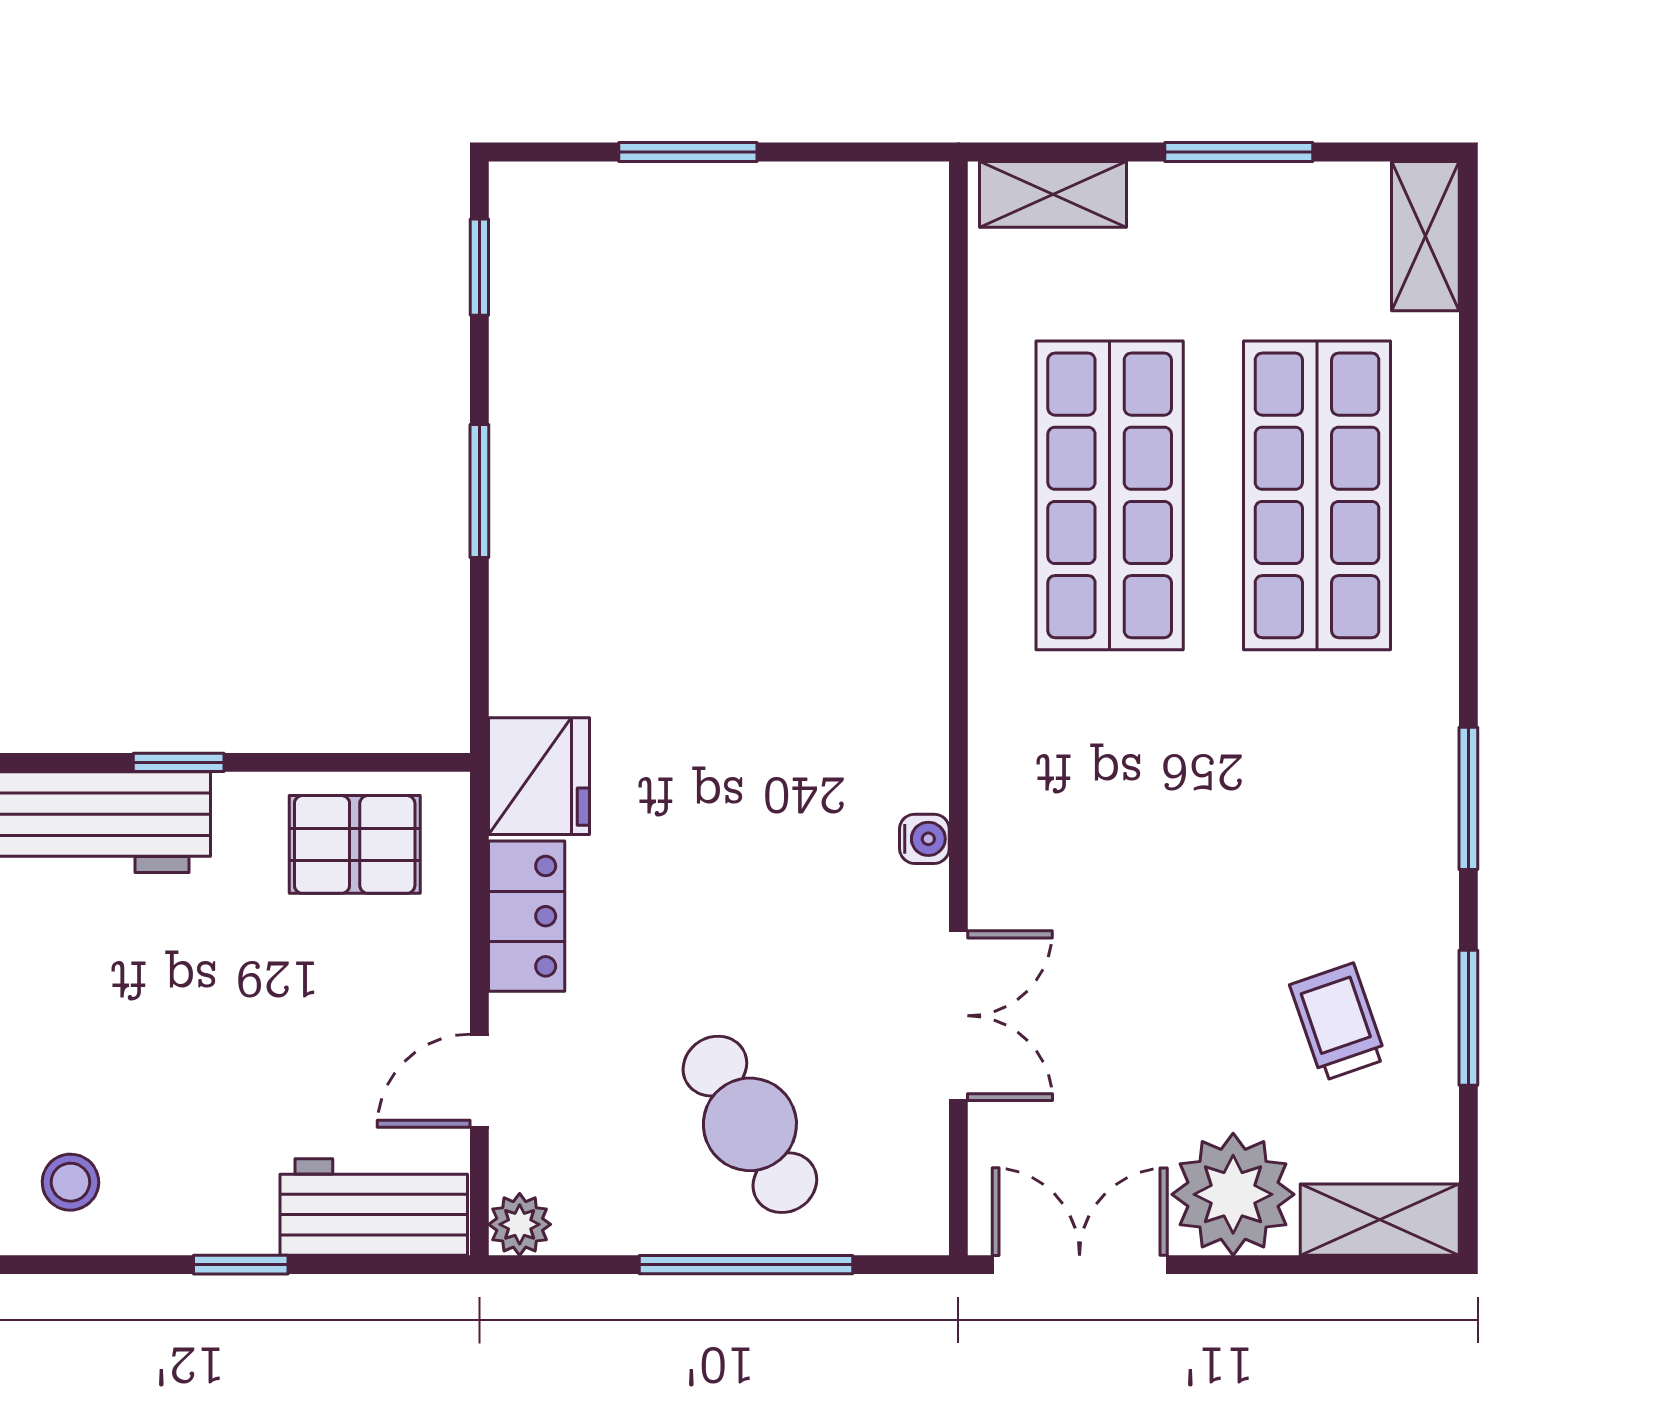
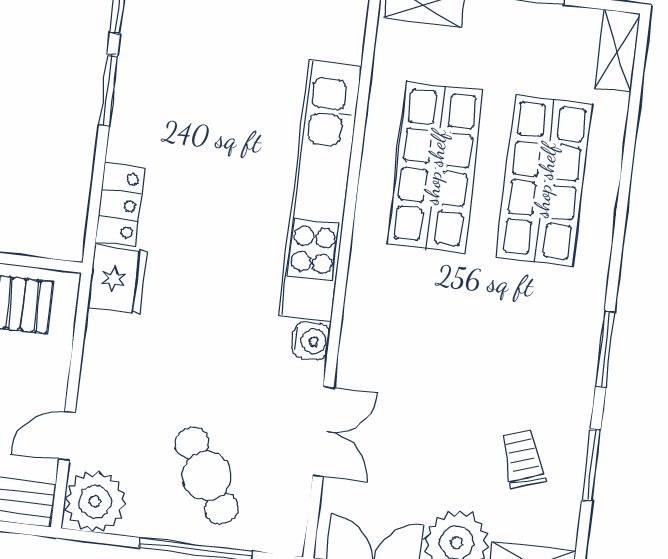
window: (479, 491) -> (108, 91), moved
kitchen unit: (899, 565) -> (320, 191), added
water cooler: (924, 839) -> (311, 341), width x1.38, depth x1.38
locker: (527, 916) -> (120, 205), moved
plant: (520, 1224) -> (95, 501), width x1.88, depth x1.88

